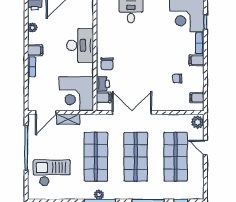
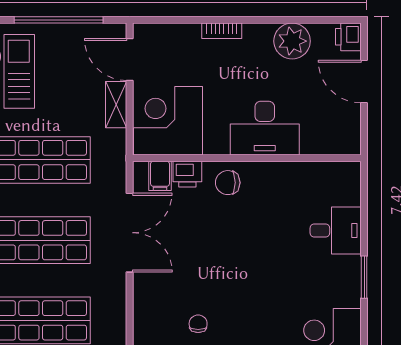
plant: (32, 28) -> (292, 41), width x1.88, depth x1.88
filing cabinet: (35, 50) -> (255, 38), removed

